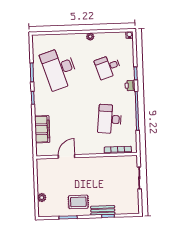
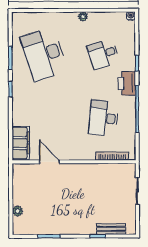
printer: (130, 86) -> (127, 83), width x1.87, depth x1.48
filing cabinet: (42, 129) -> (21, 143), moved
door: (67, 156) -> (49, 162), hinge flipped
rug: (78, 202) -> (62, 218), removed
bench: (103, 210) -> (111, 229), moved

